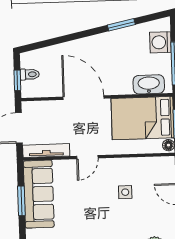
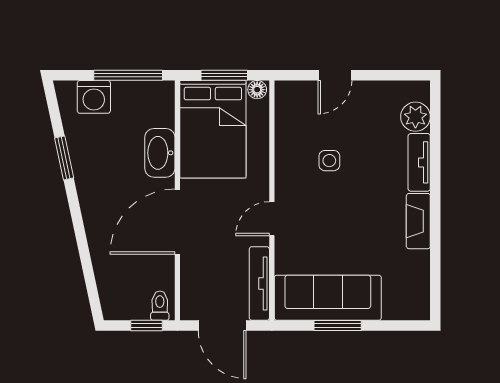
toilet: (30, 74) -> (160, 306), moved
washbasin: (149, 84) -> (160, 153), moved
door: (87, 157) -> (272, 219), swing flipped

